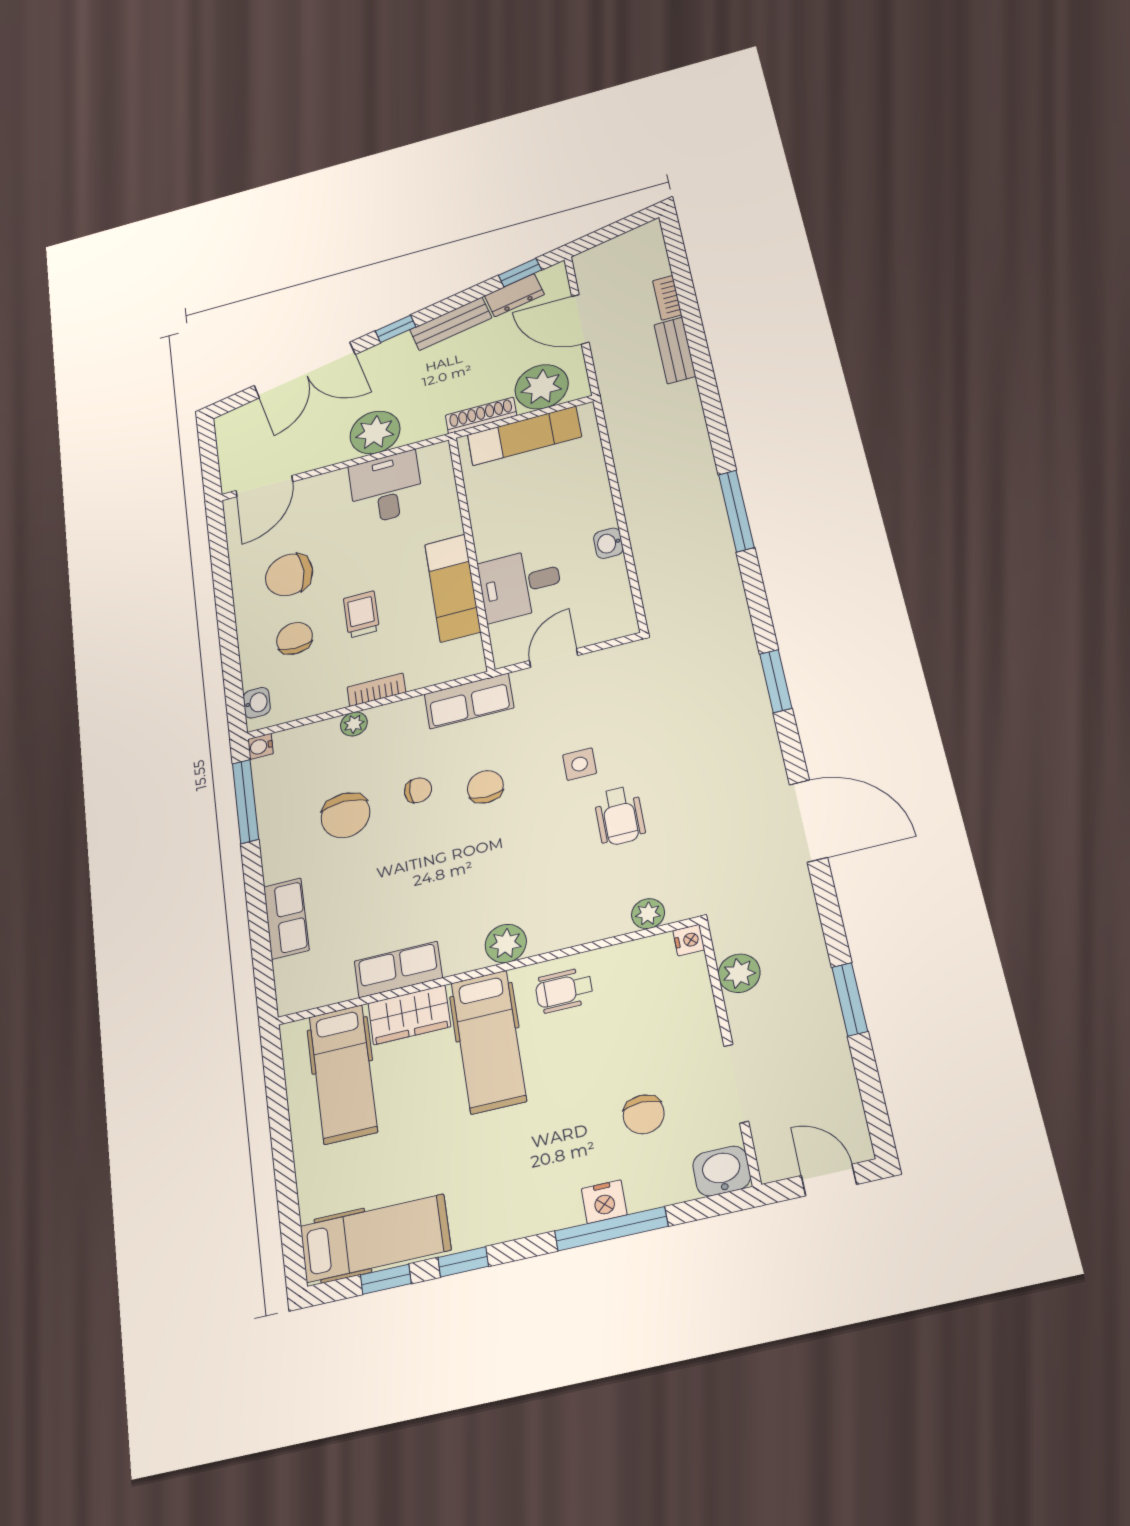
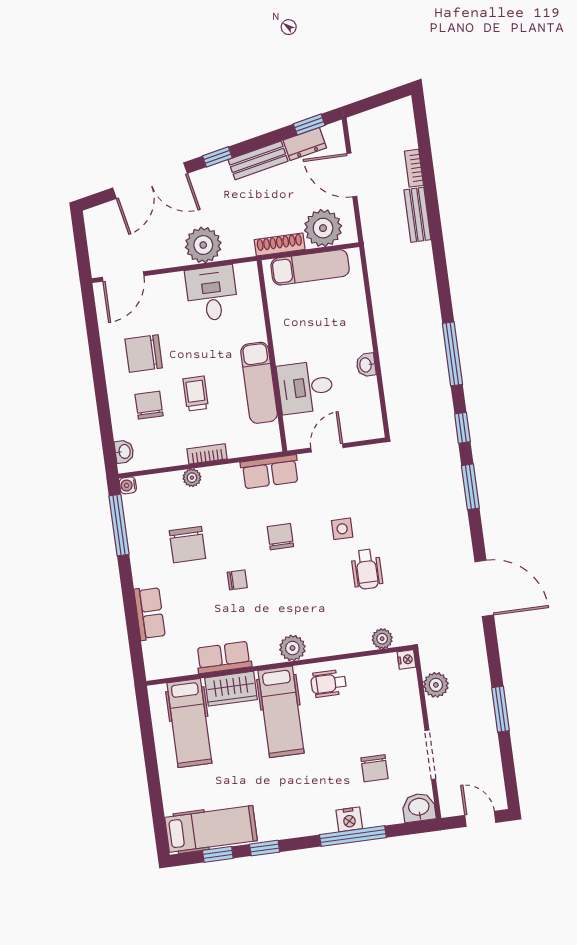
window: (758, 604) -> (462, 428), added
chair: (418, 790) -> (237, 580), moved

